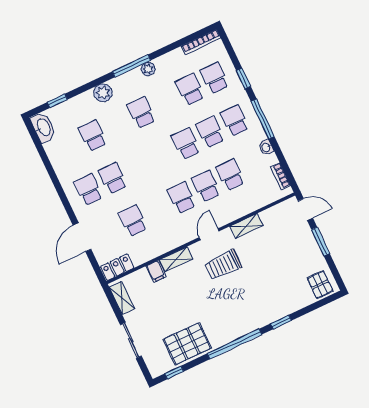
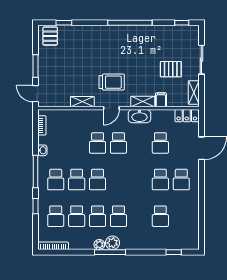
plant: (103, 93) -> (112, 243), moved
washbasin: (43, 127) -> (139, 116), moved, turned -90
school desk: (230, 175) -> (98, 216), moved
window: (281, 322) -> (64, 23), moved
pallet: (187, 344) -> (171, 69), moved, width x0.67, depth x0.71

